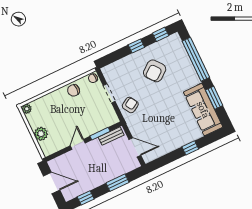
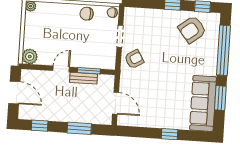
armchair: (155, 71) -> (192, 29), moved
plant: (41, 134) -> (30, 56), moved
bench: (111, 136) -> (84, 78), moved

